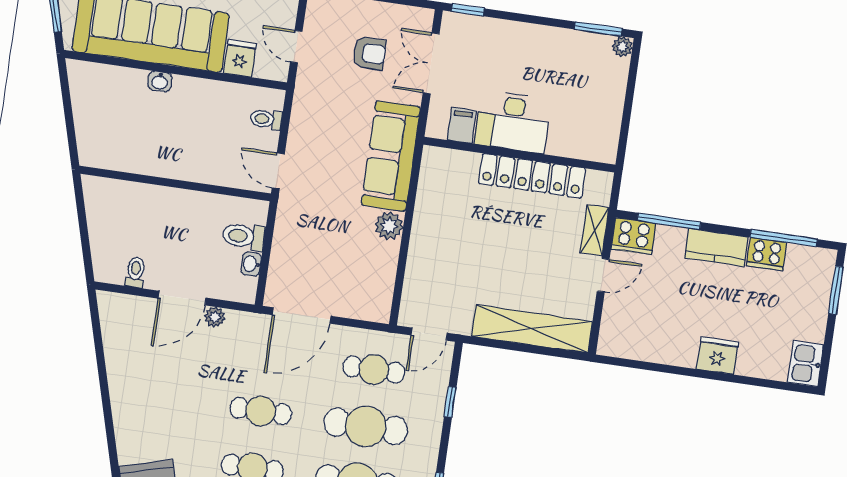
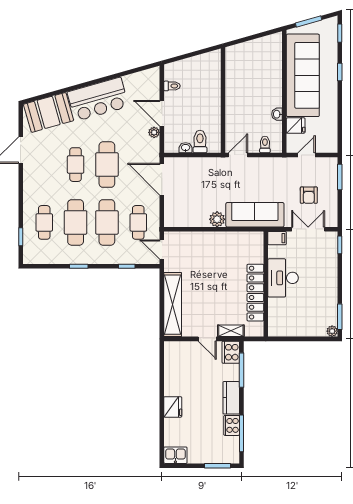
washbasin: (160, 81) -> (277, 114), moved
filing cabinet: (462, 125) -> (277, 238), moved
bar counter: (140, 410) -> (98, 99), added
cafe table: (261, 411) -> (107, 165), width x1.37, depth x1.35

